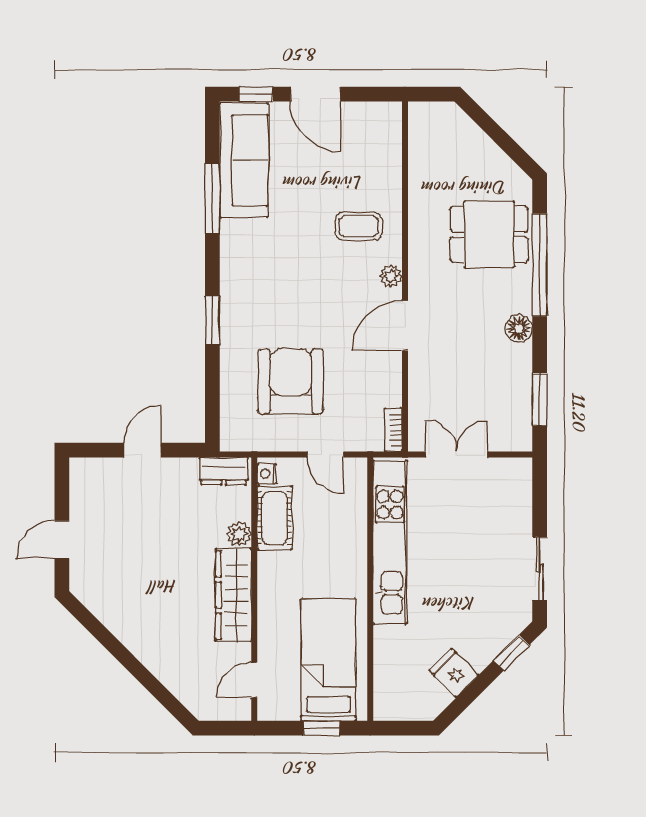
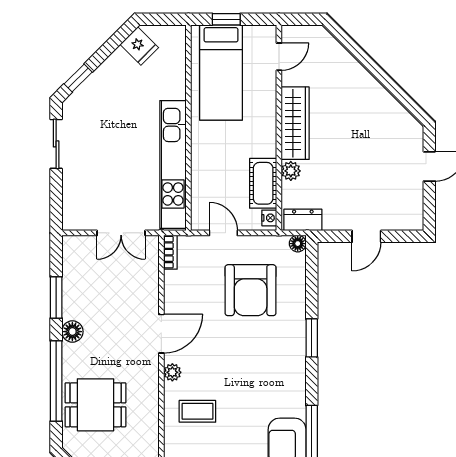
window: (540, 399) -> (56, 298), moved
floor lamp: (230, 441) -> (298, 244), added
fridge: (454, 673) -> (139, 46), moved

